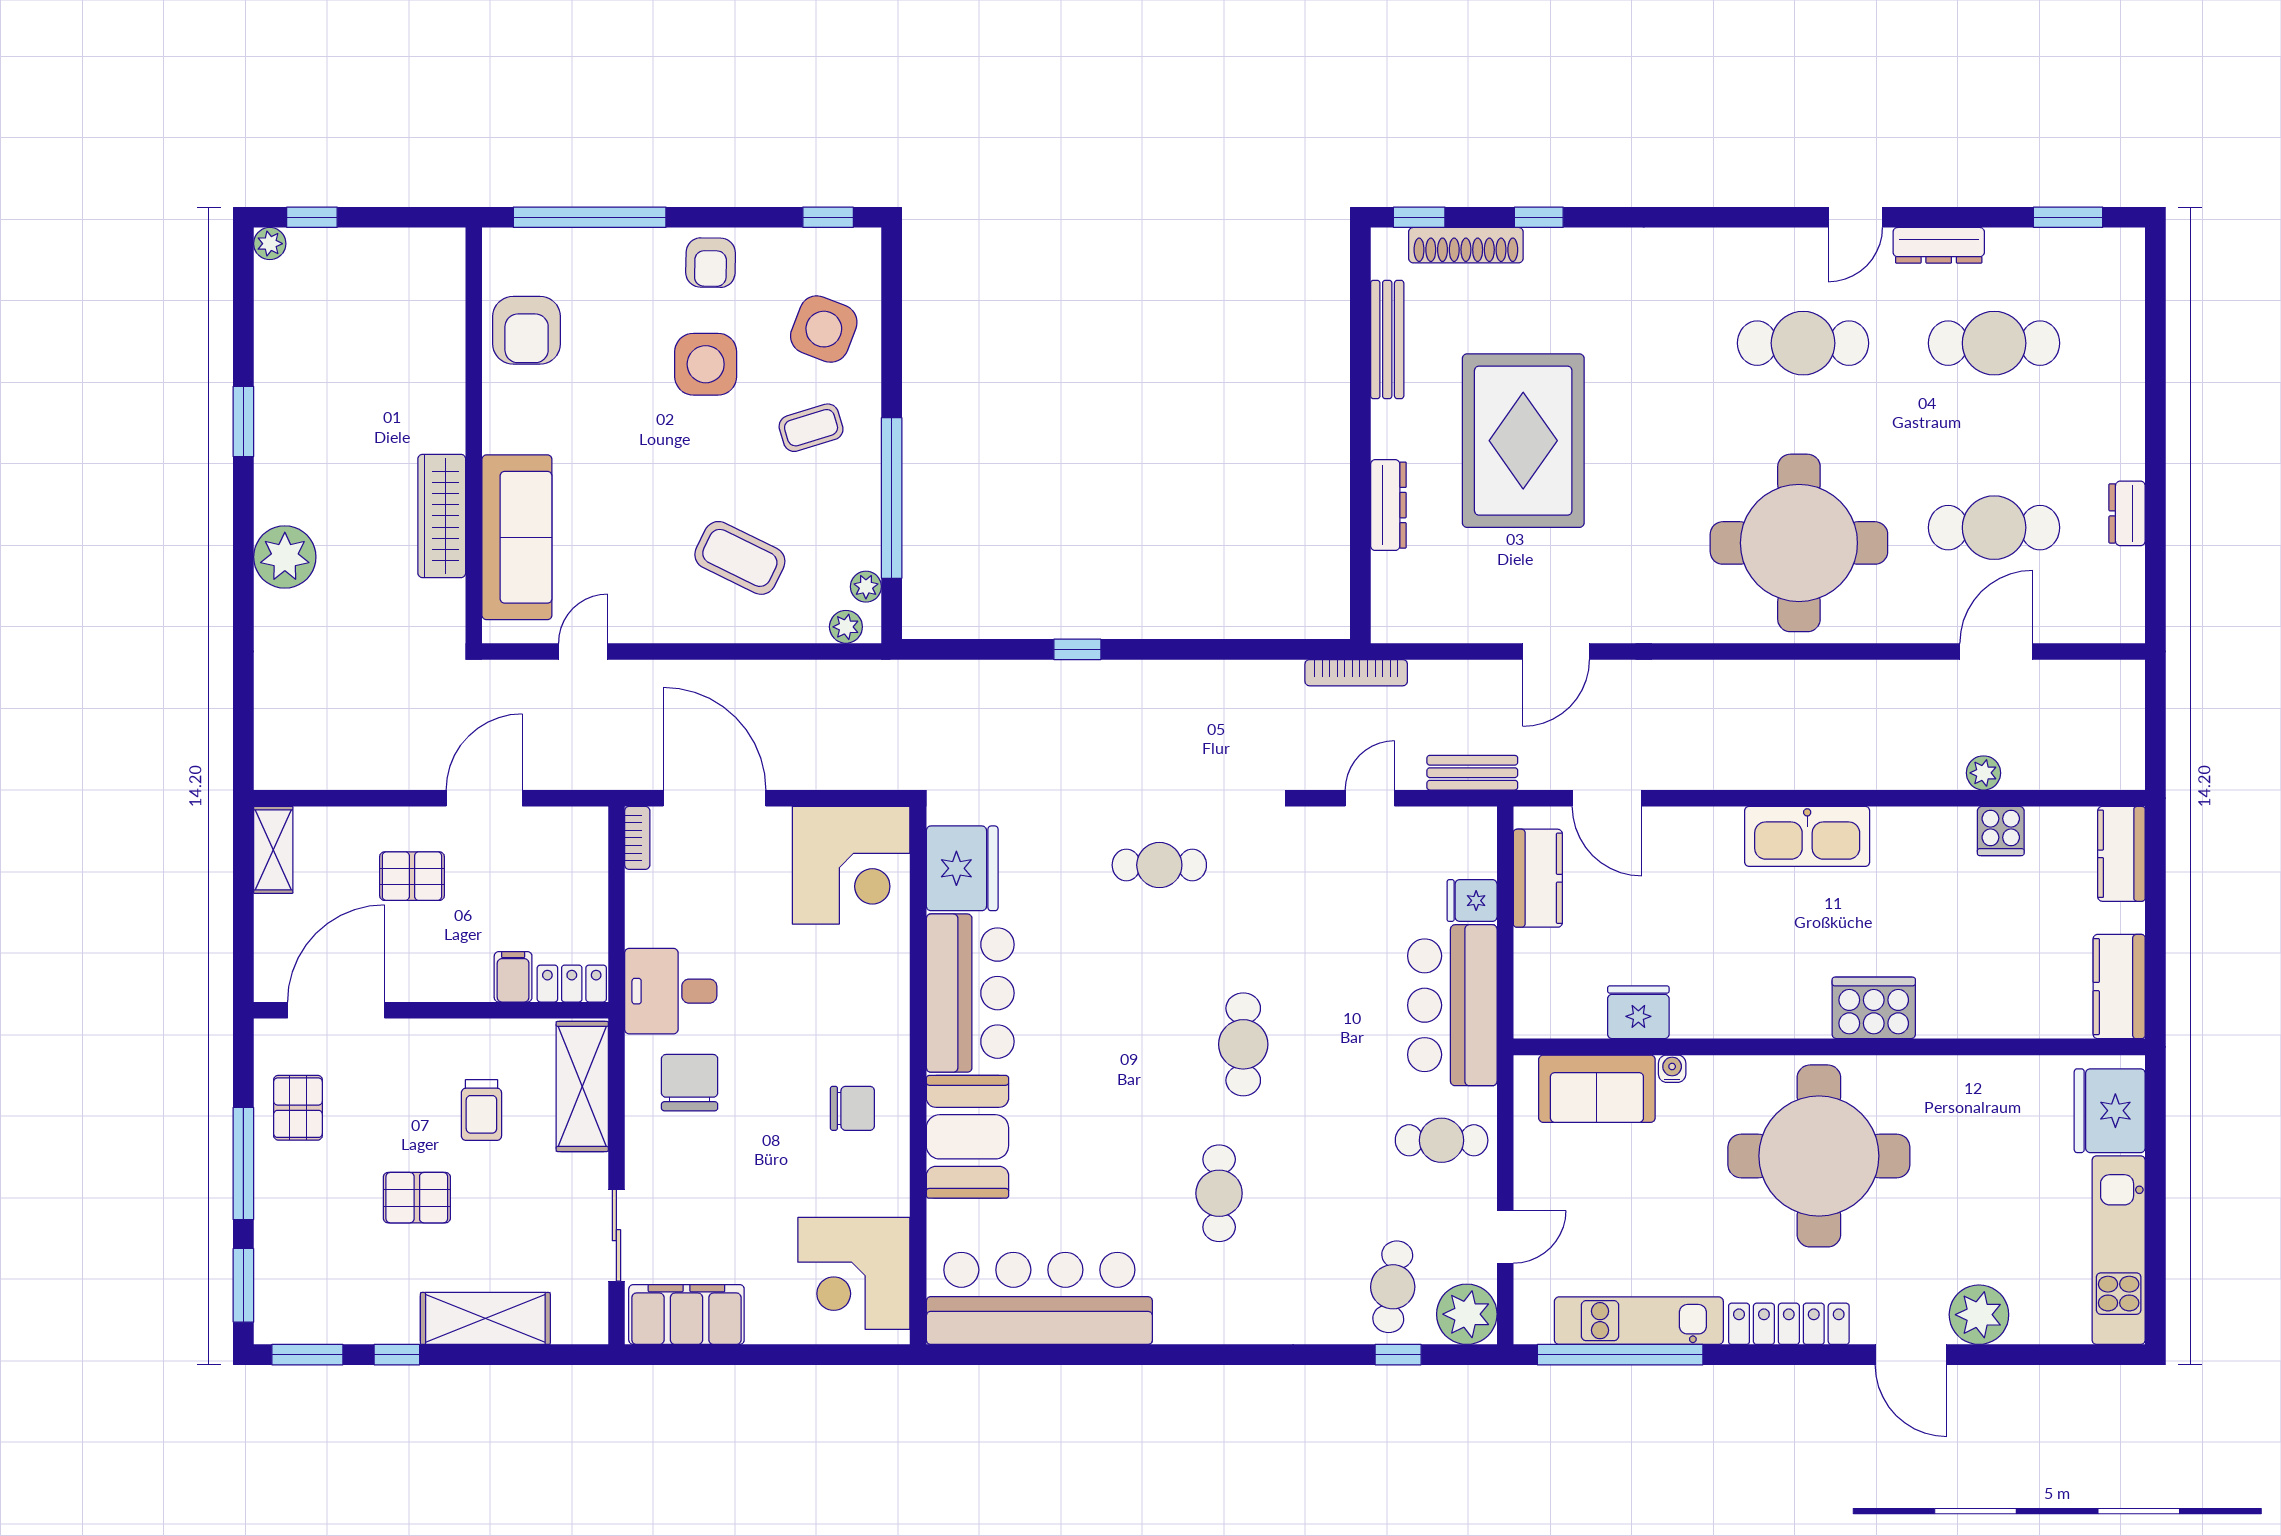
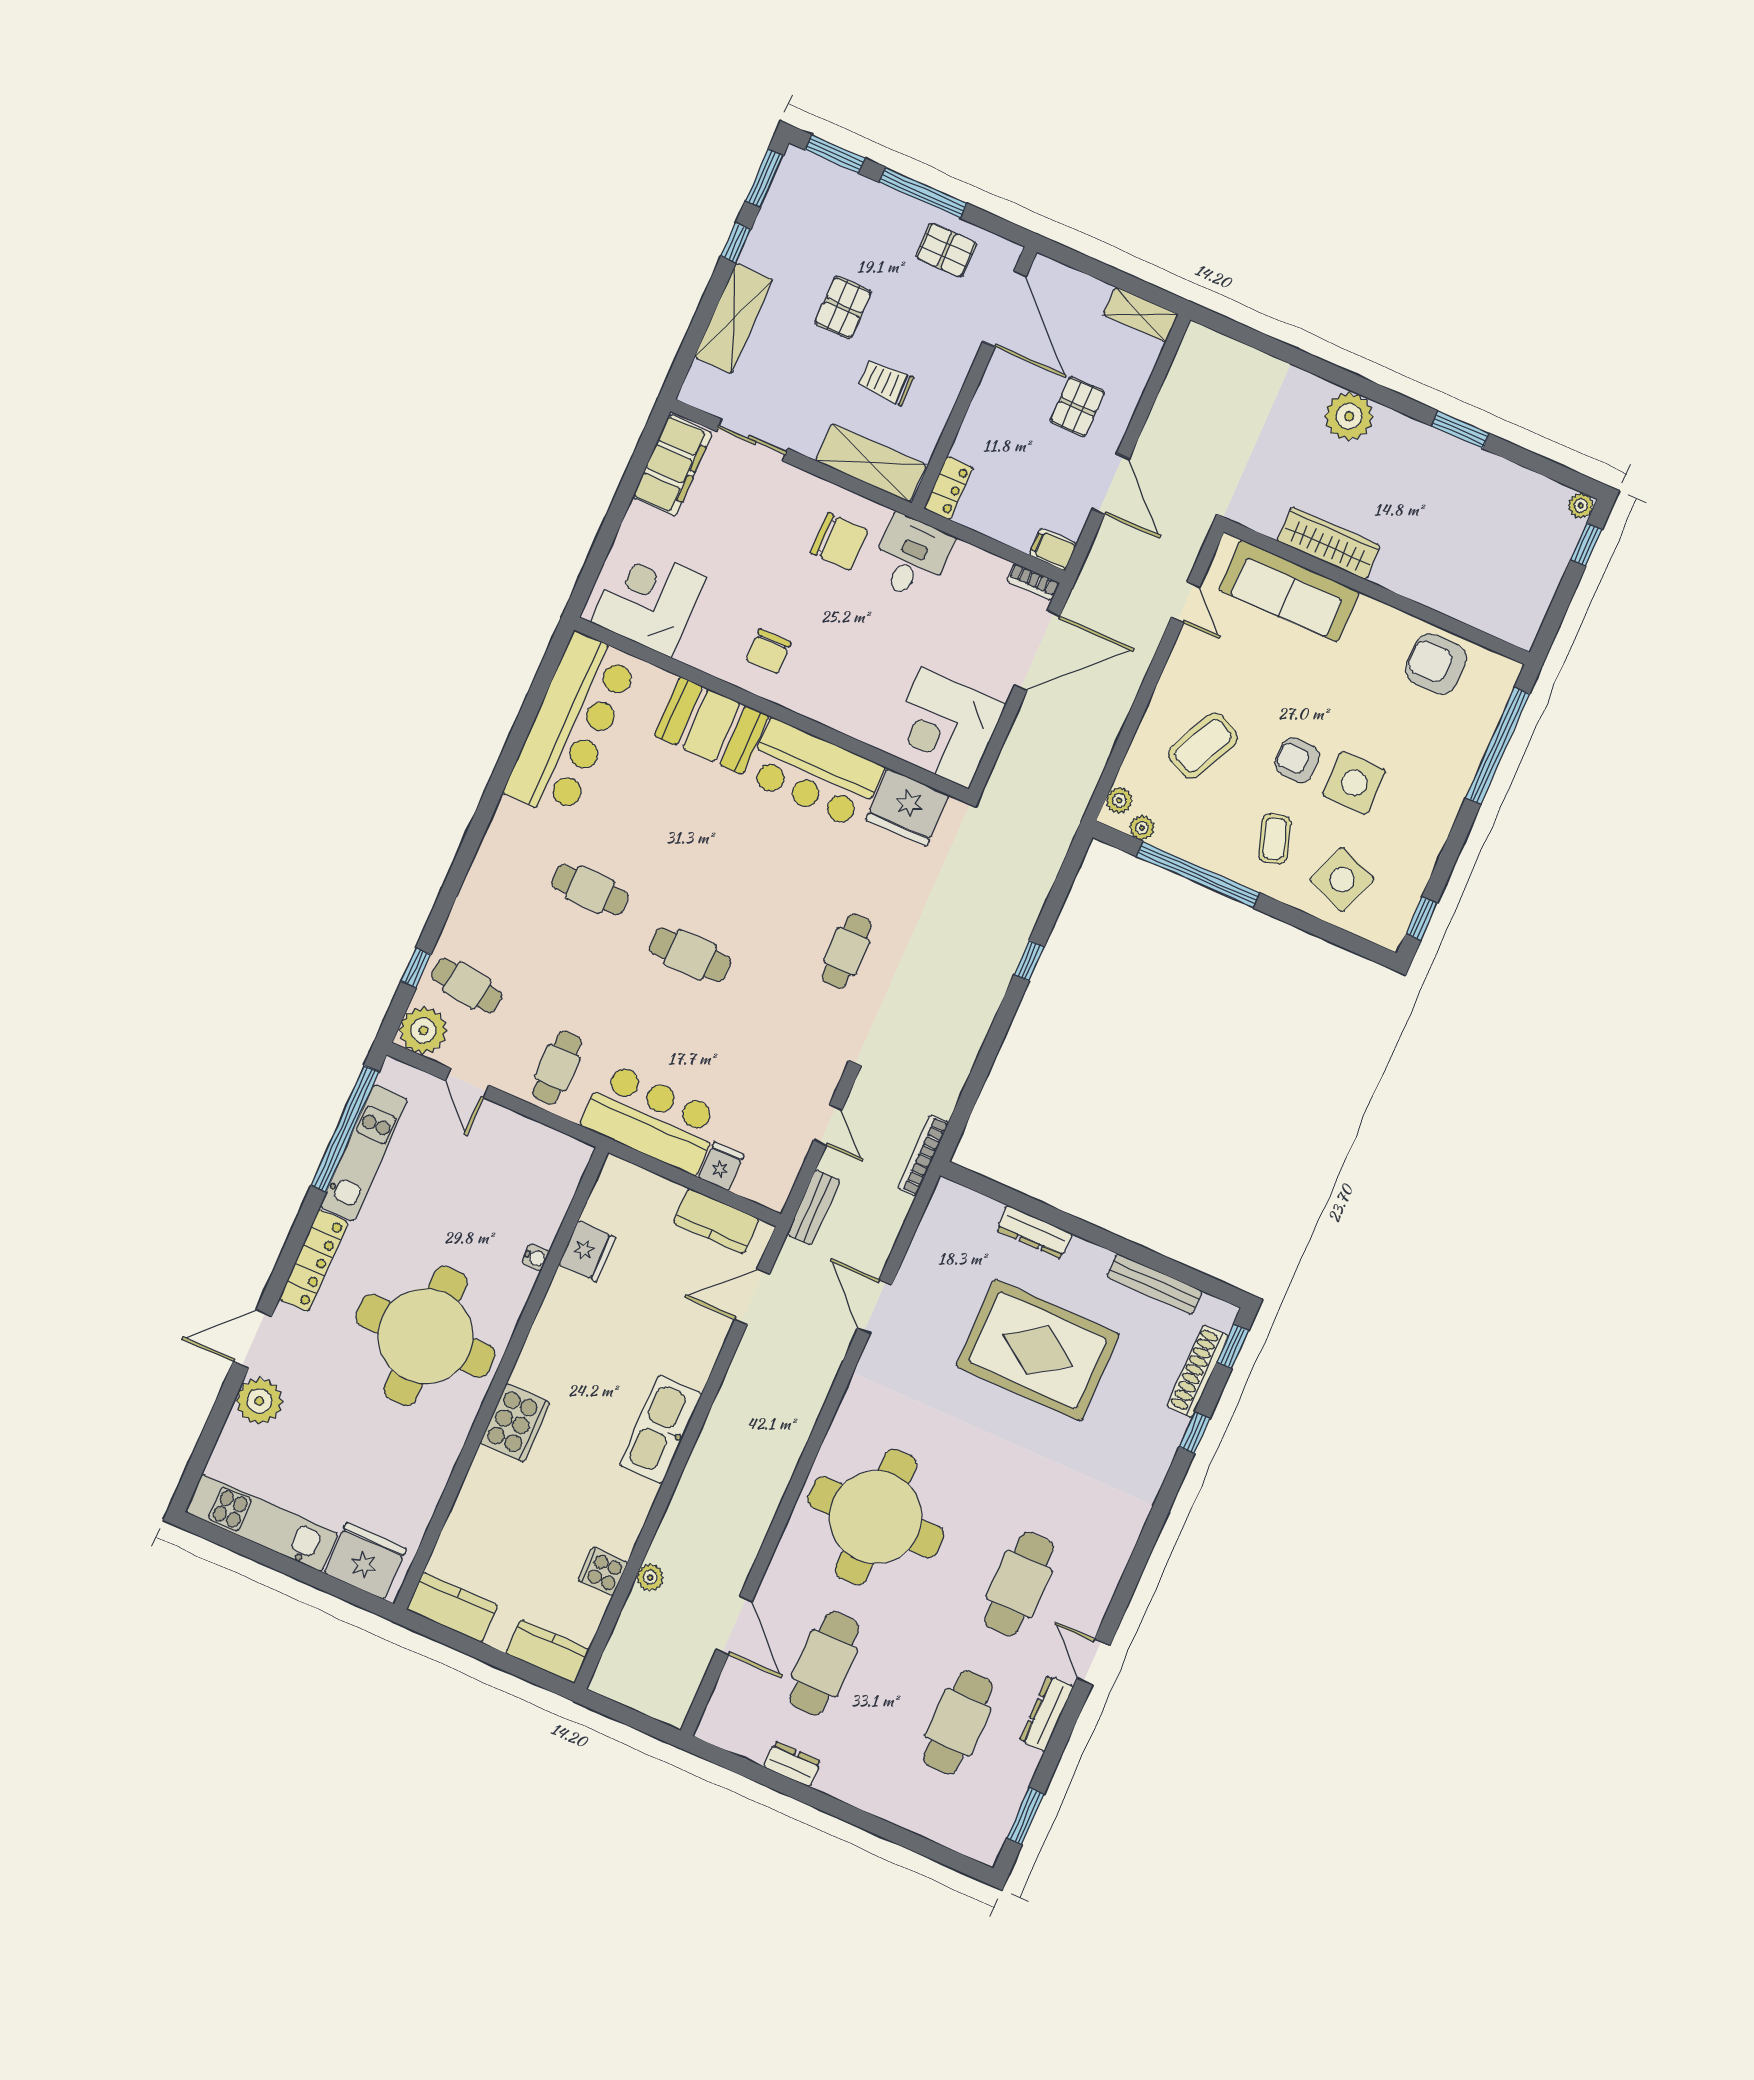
armchair: (711, 263) -> (1297, 760), moved
filing cabinet: (513, 977) -> (1053, 549), moved, turned 180
sofa: (1597, 1089) -> (545, 1197), removed

